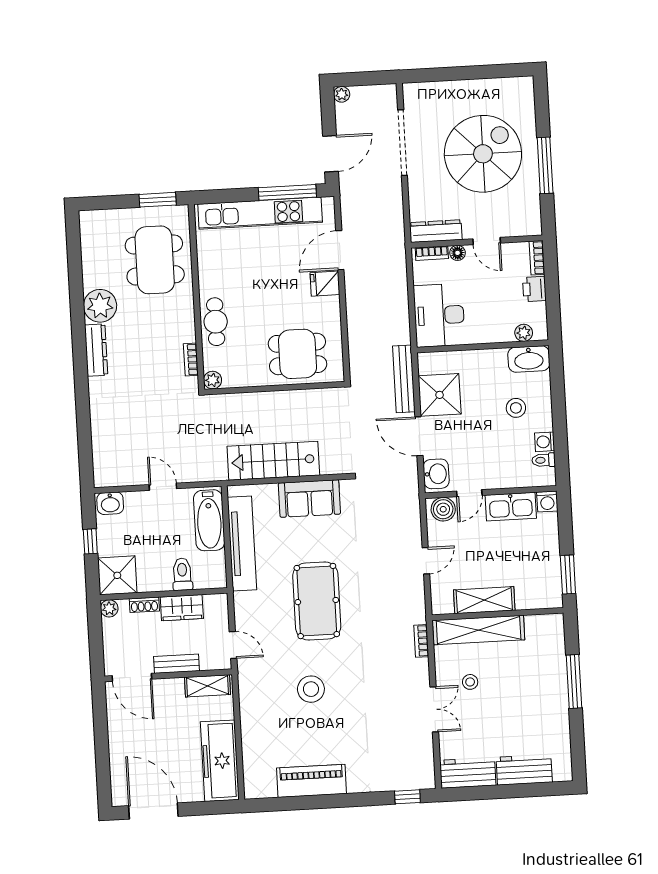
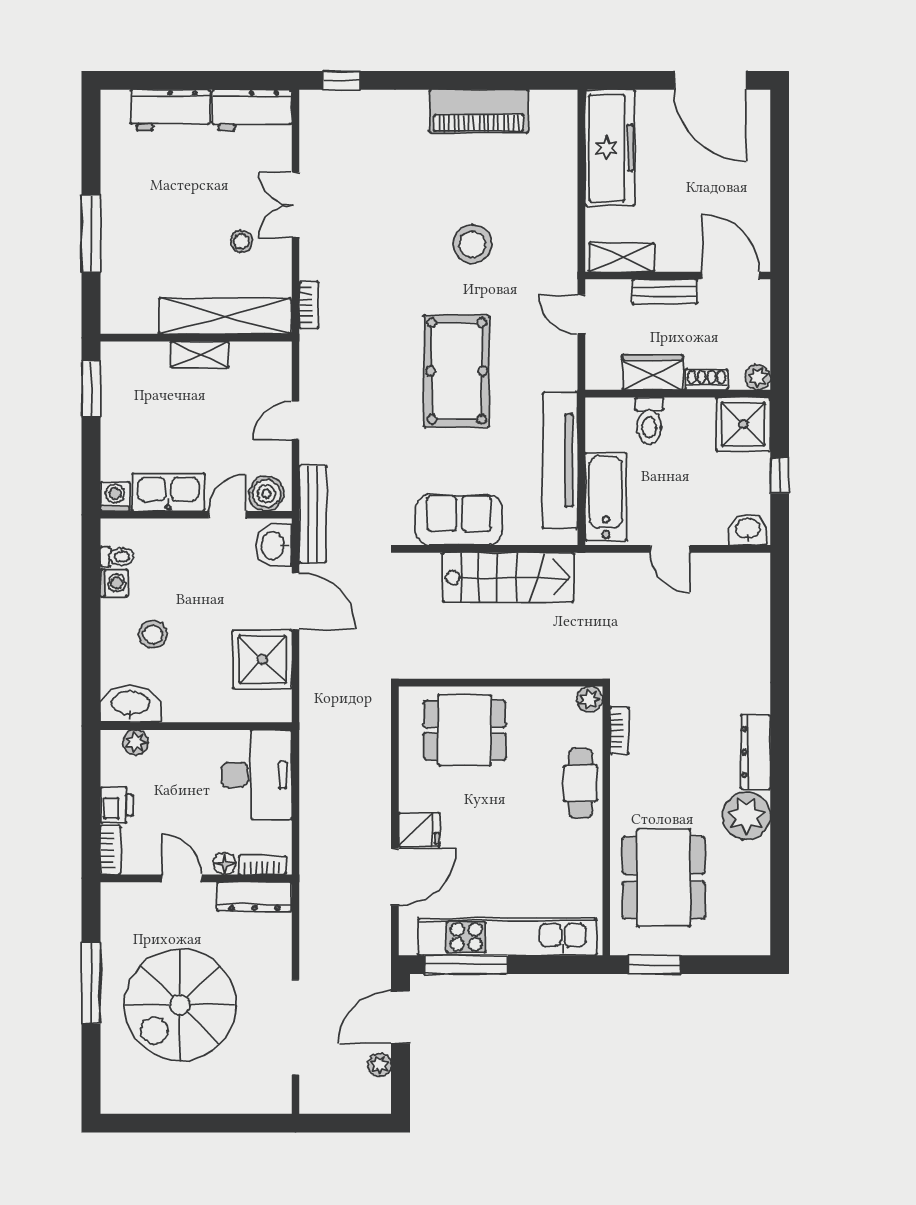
plant: (342, 94) -> (380, 1065), moved
bench: (404, 379) -> (313, 514), moved
shelving: (484, 600) -> (200, 354), width x0.67, depth x0.75

